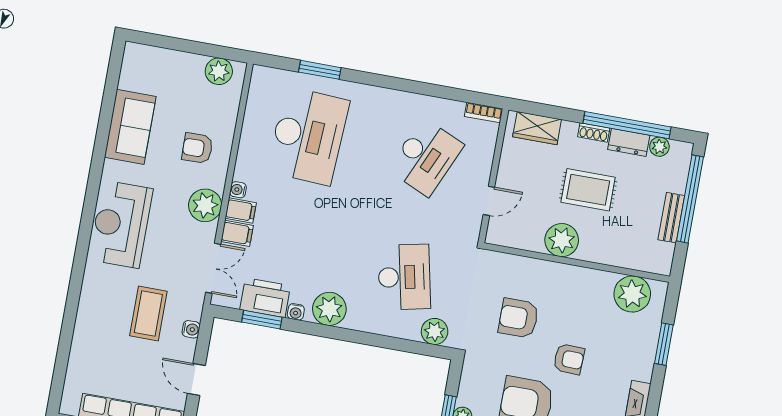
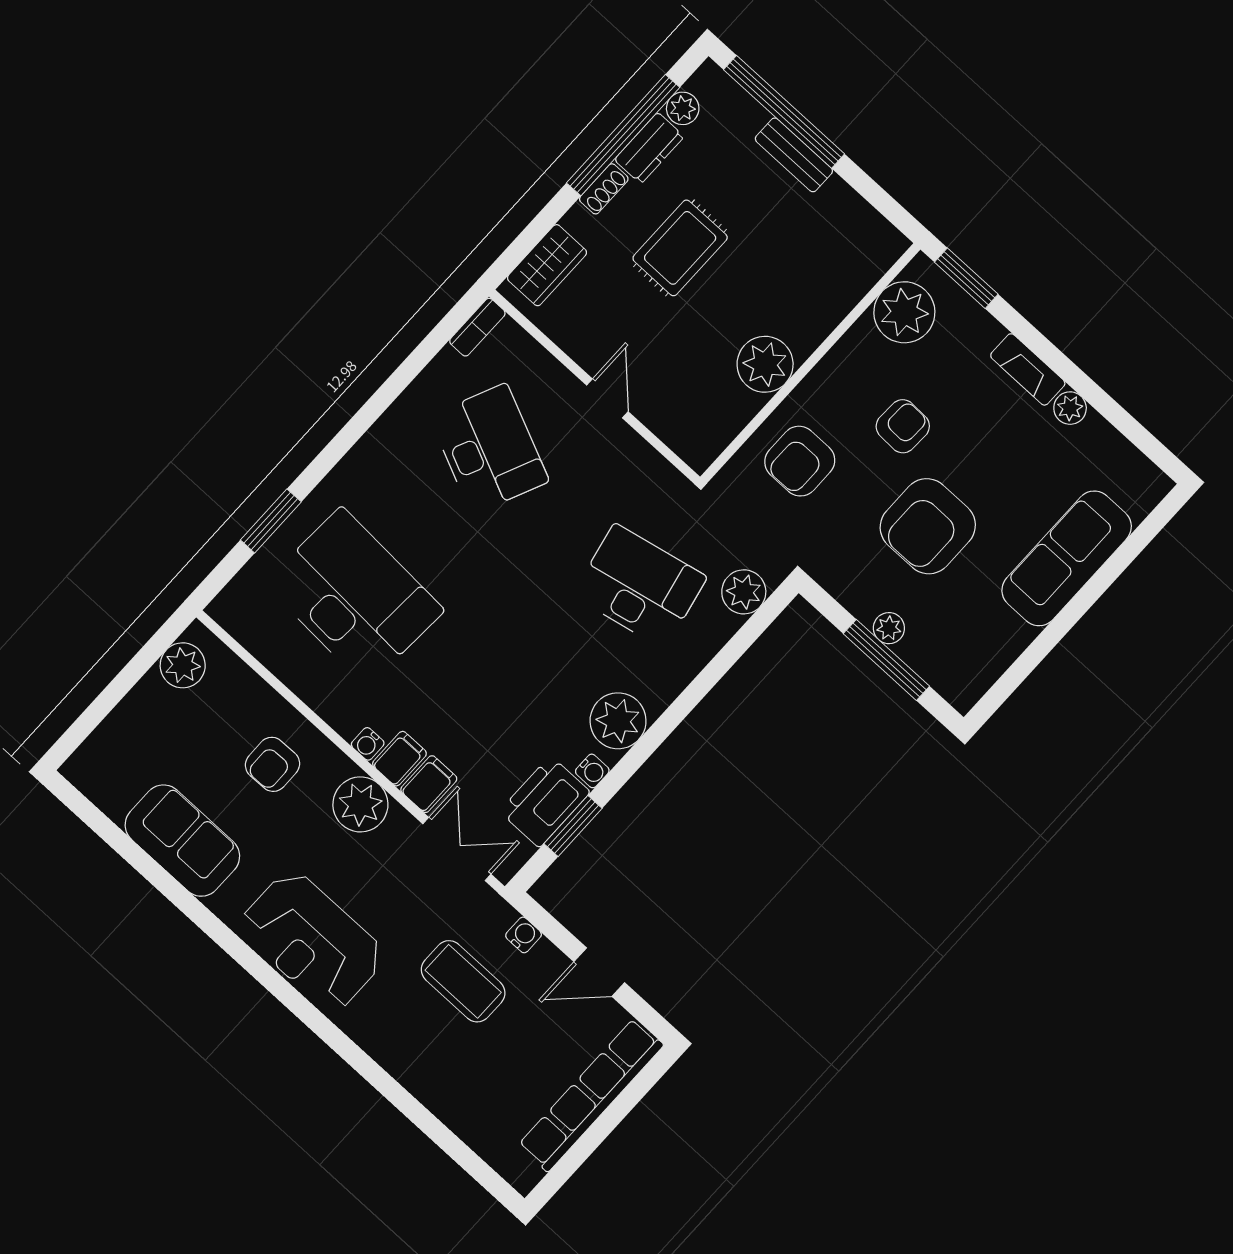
plant: (562, 240) -> (765, 364), moved
wall: (577, 263) -> (810, 363), moved
plant: (632, 294) -> (904, 312), moved

